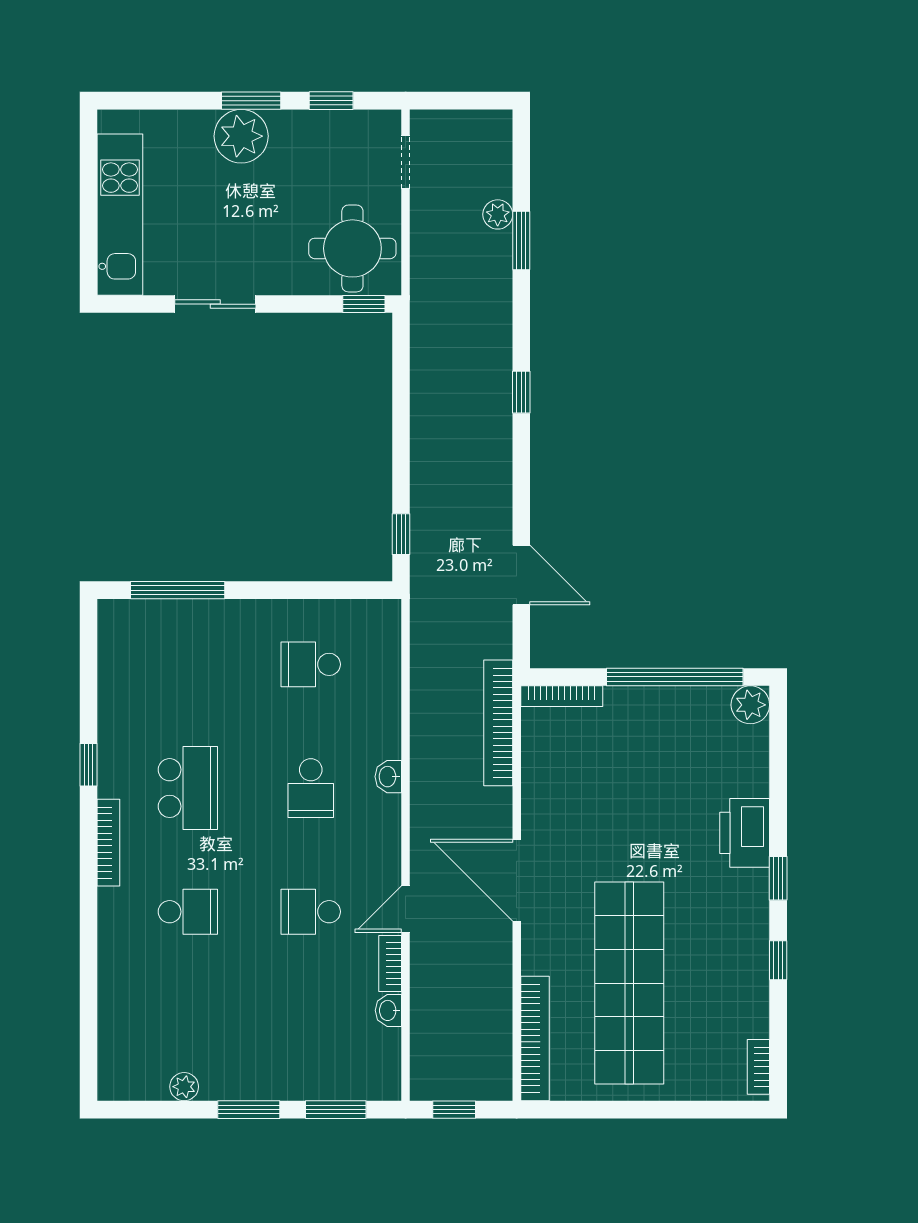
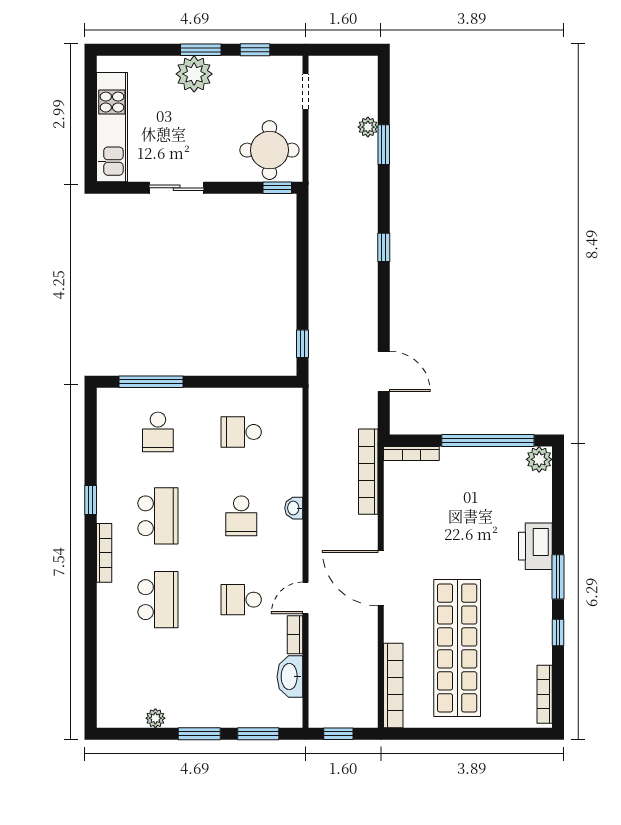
school desk: (188, 664) -> (158, 432), added
window: (778, 878) -> (558, 577), width x1.50
school desk: (188, 912) -> (158, 600), width x1.85
washbasin: (388, 1010) -> (290, 677), width x1.91, depth x1.45
bookcase: (758, 1067) -> (545, 694), width x1.56

